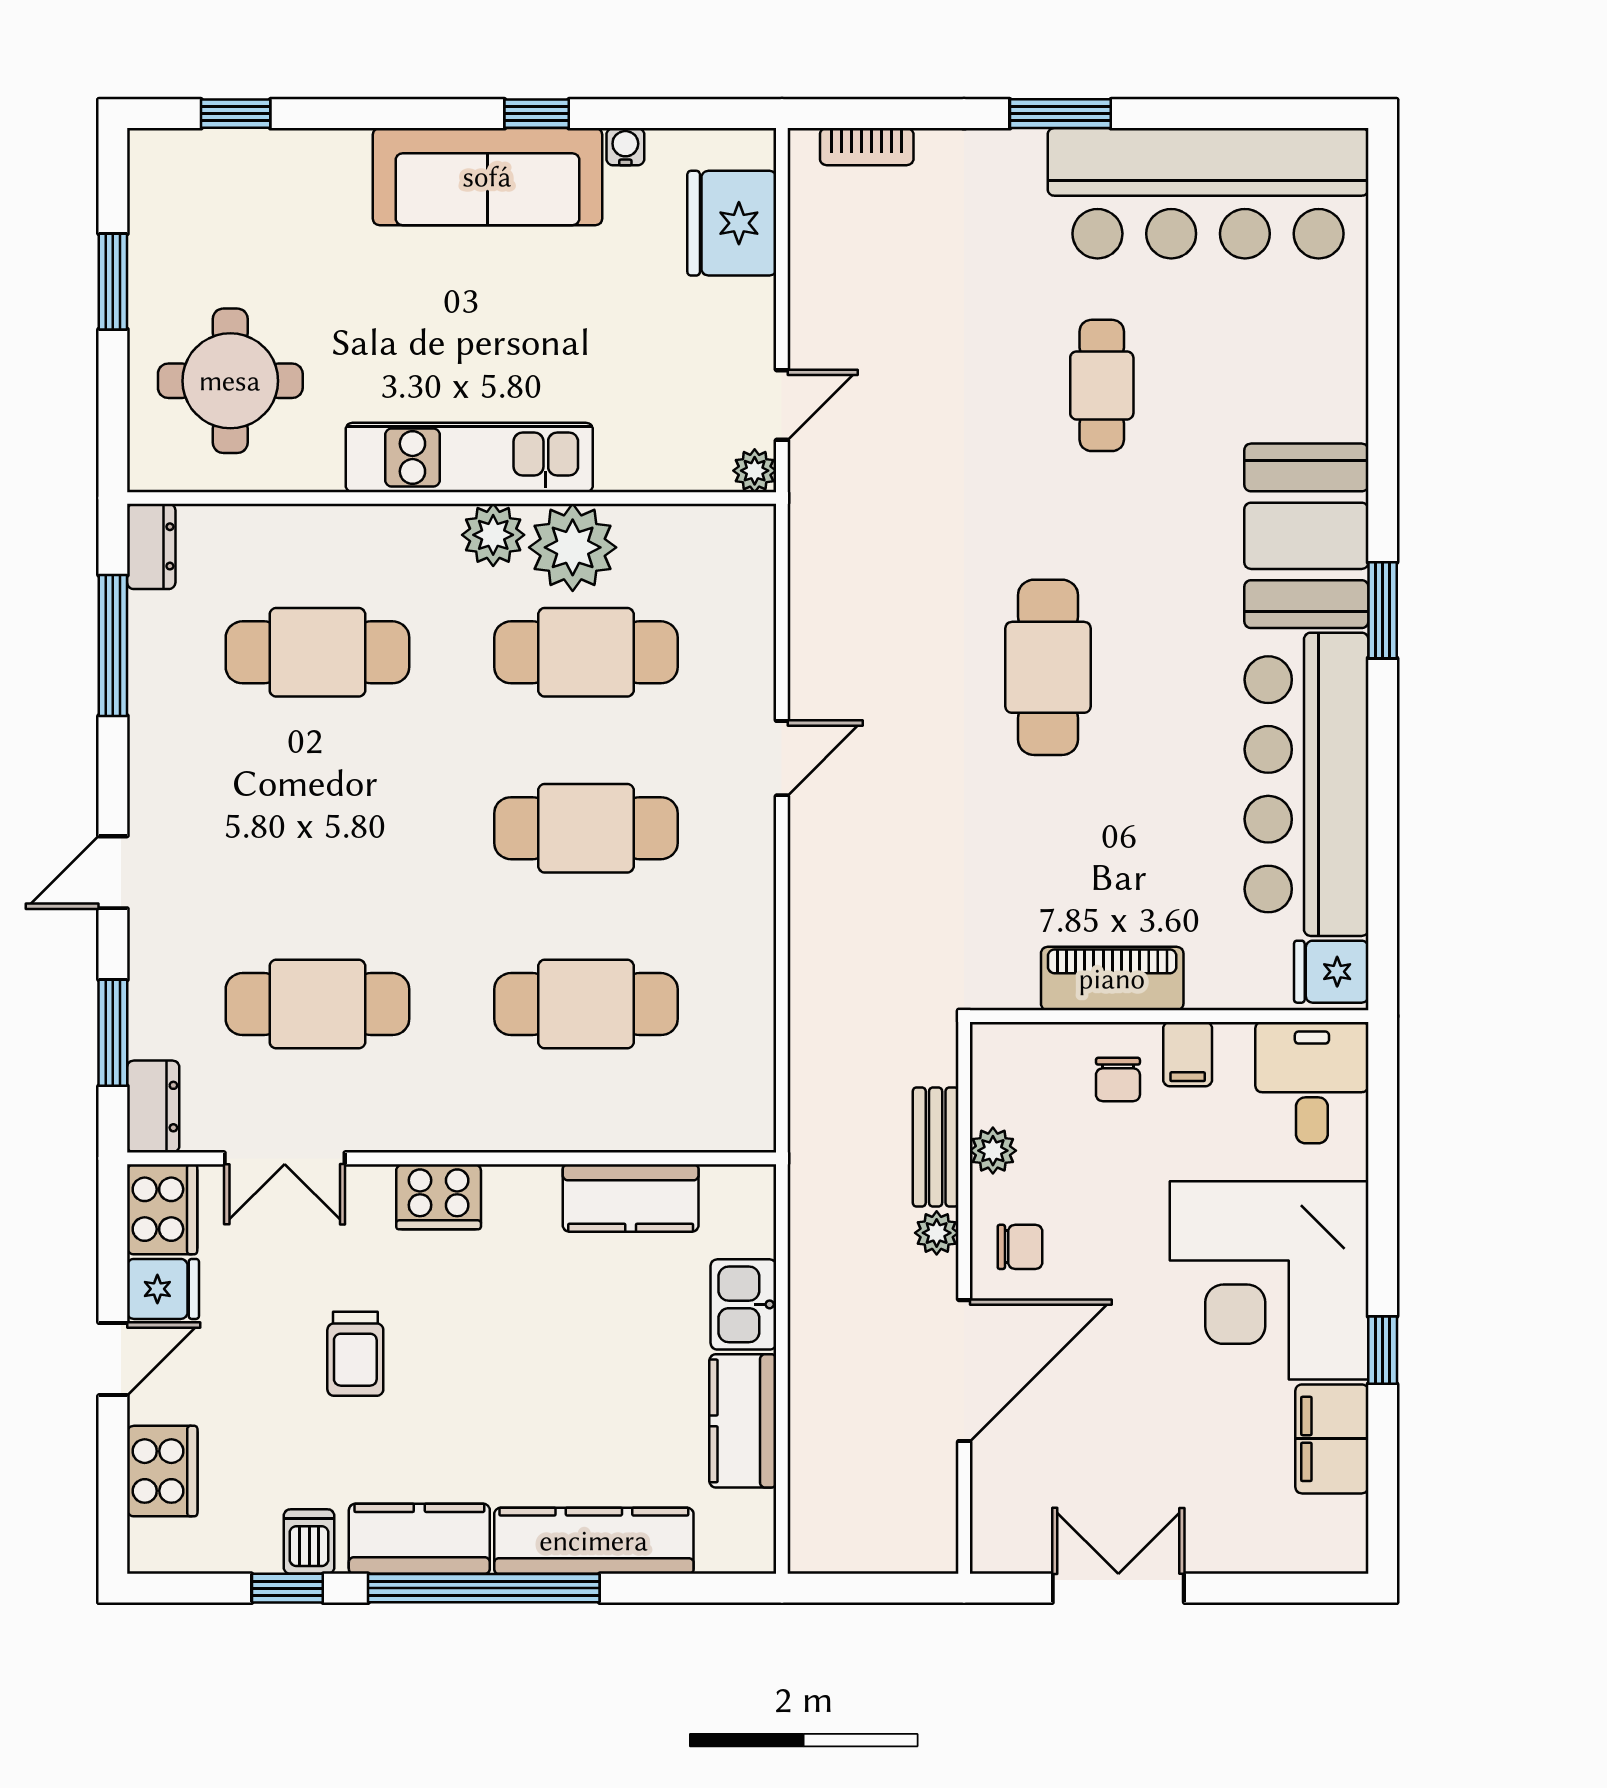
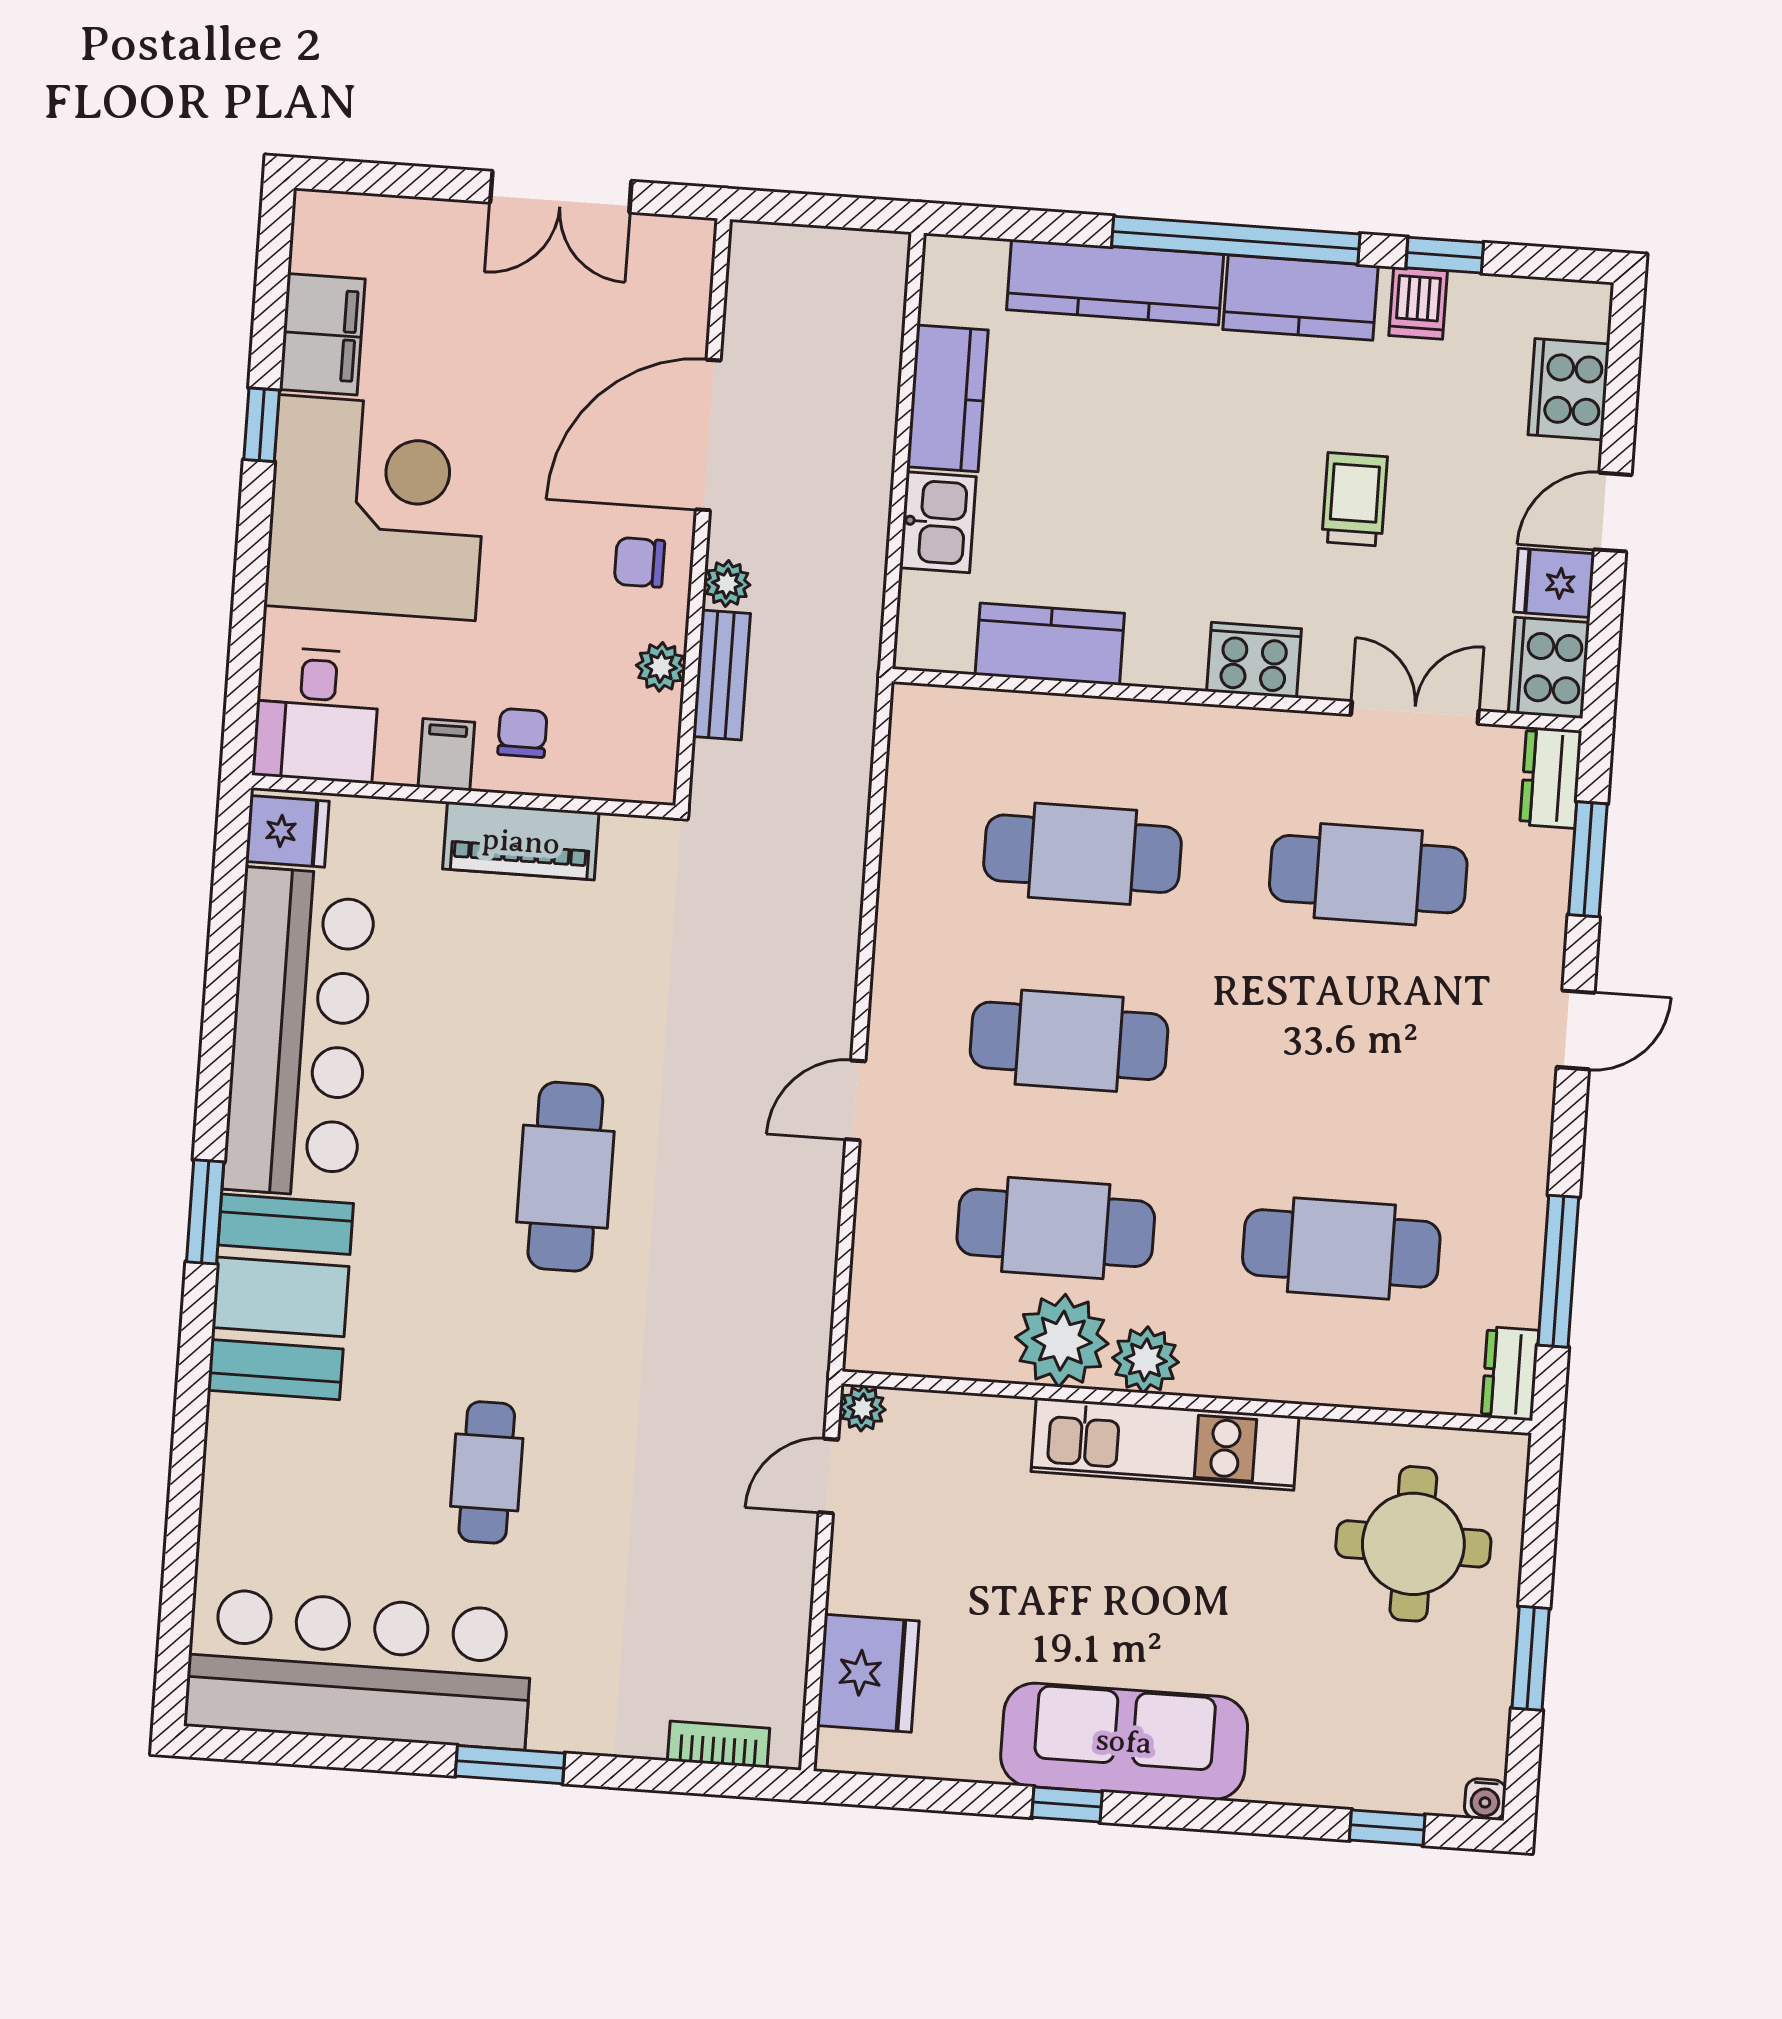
water cooler: (625, 147) -> (1485, 1799), moved

